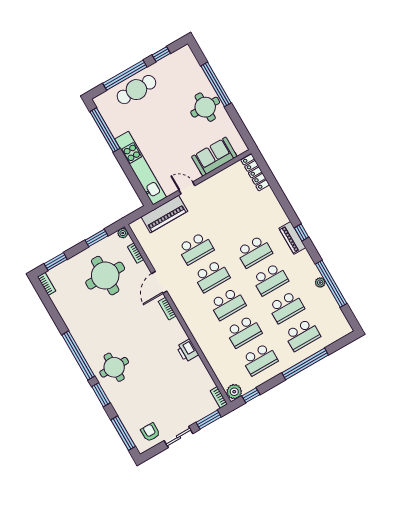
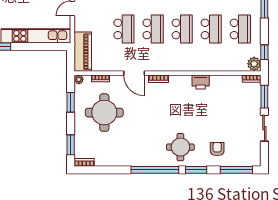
piano: (164, 214) -> (83, 52), moved
armchair: (150, 432) -> (217, 149), moved, turned 90

